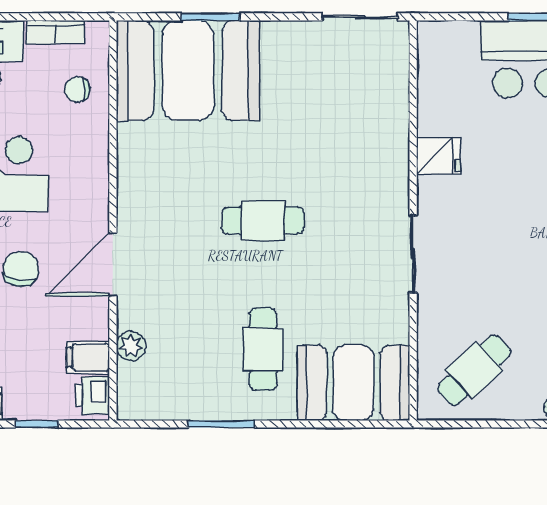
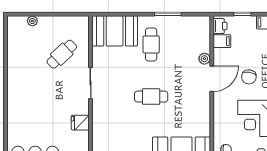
plant: (131, 346) -> (204, 59), moved
cafe table: (474, 370) -> (62, 54), moved

